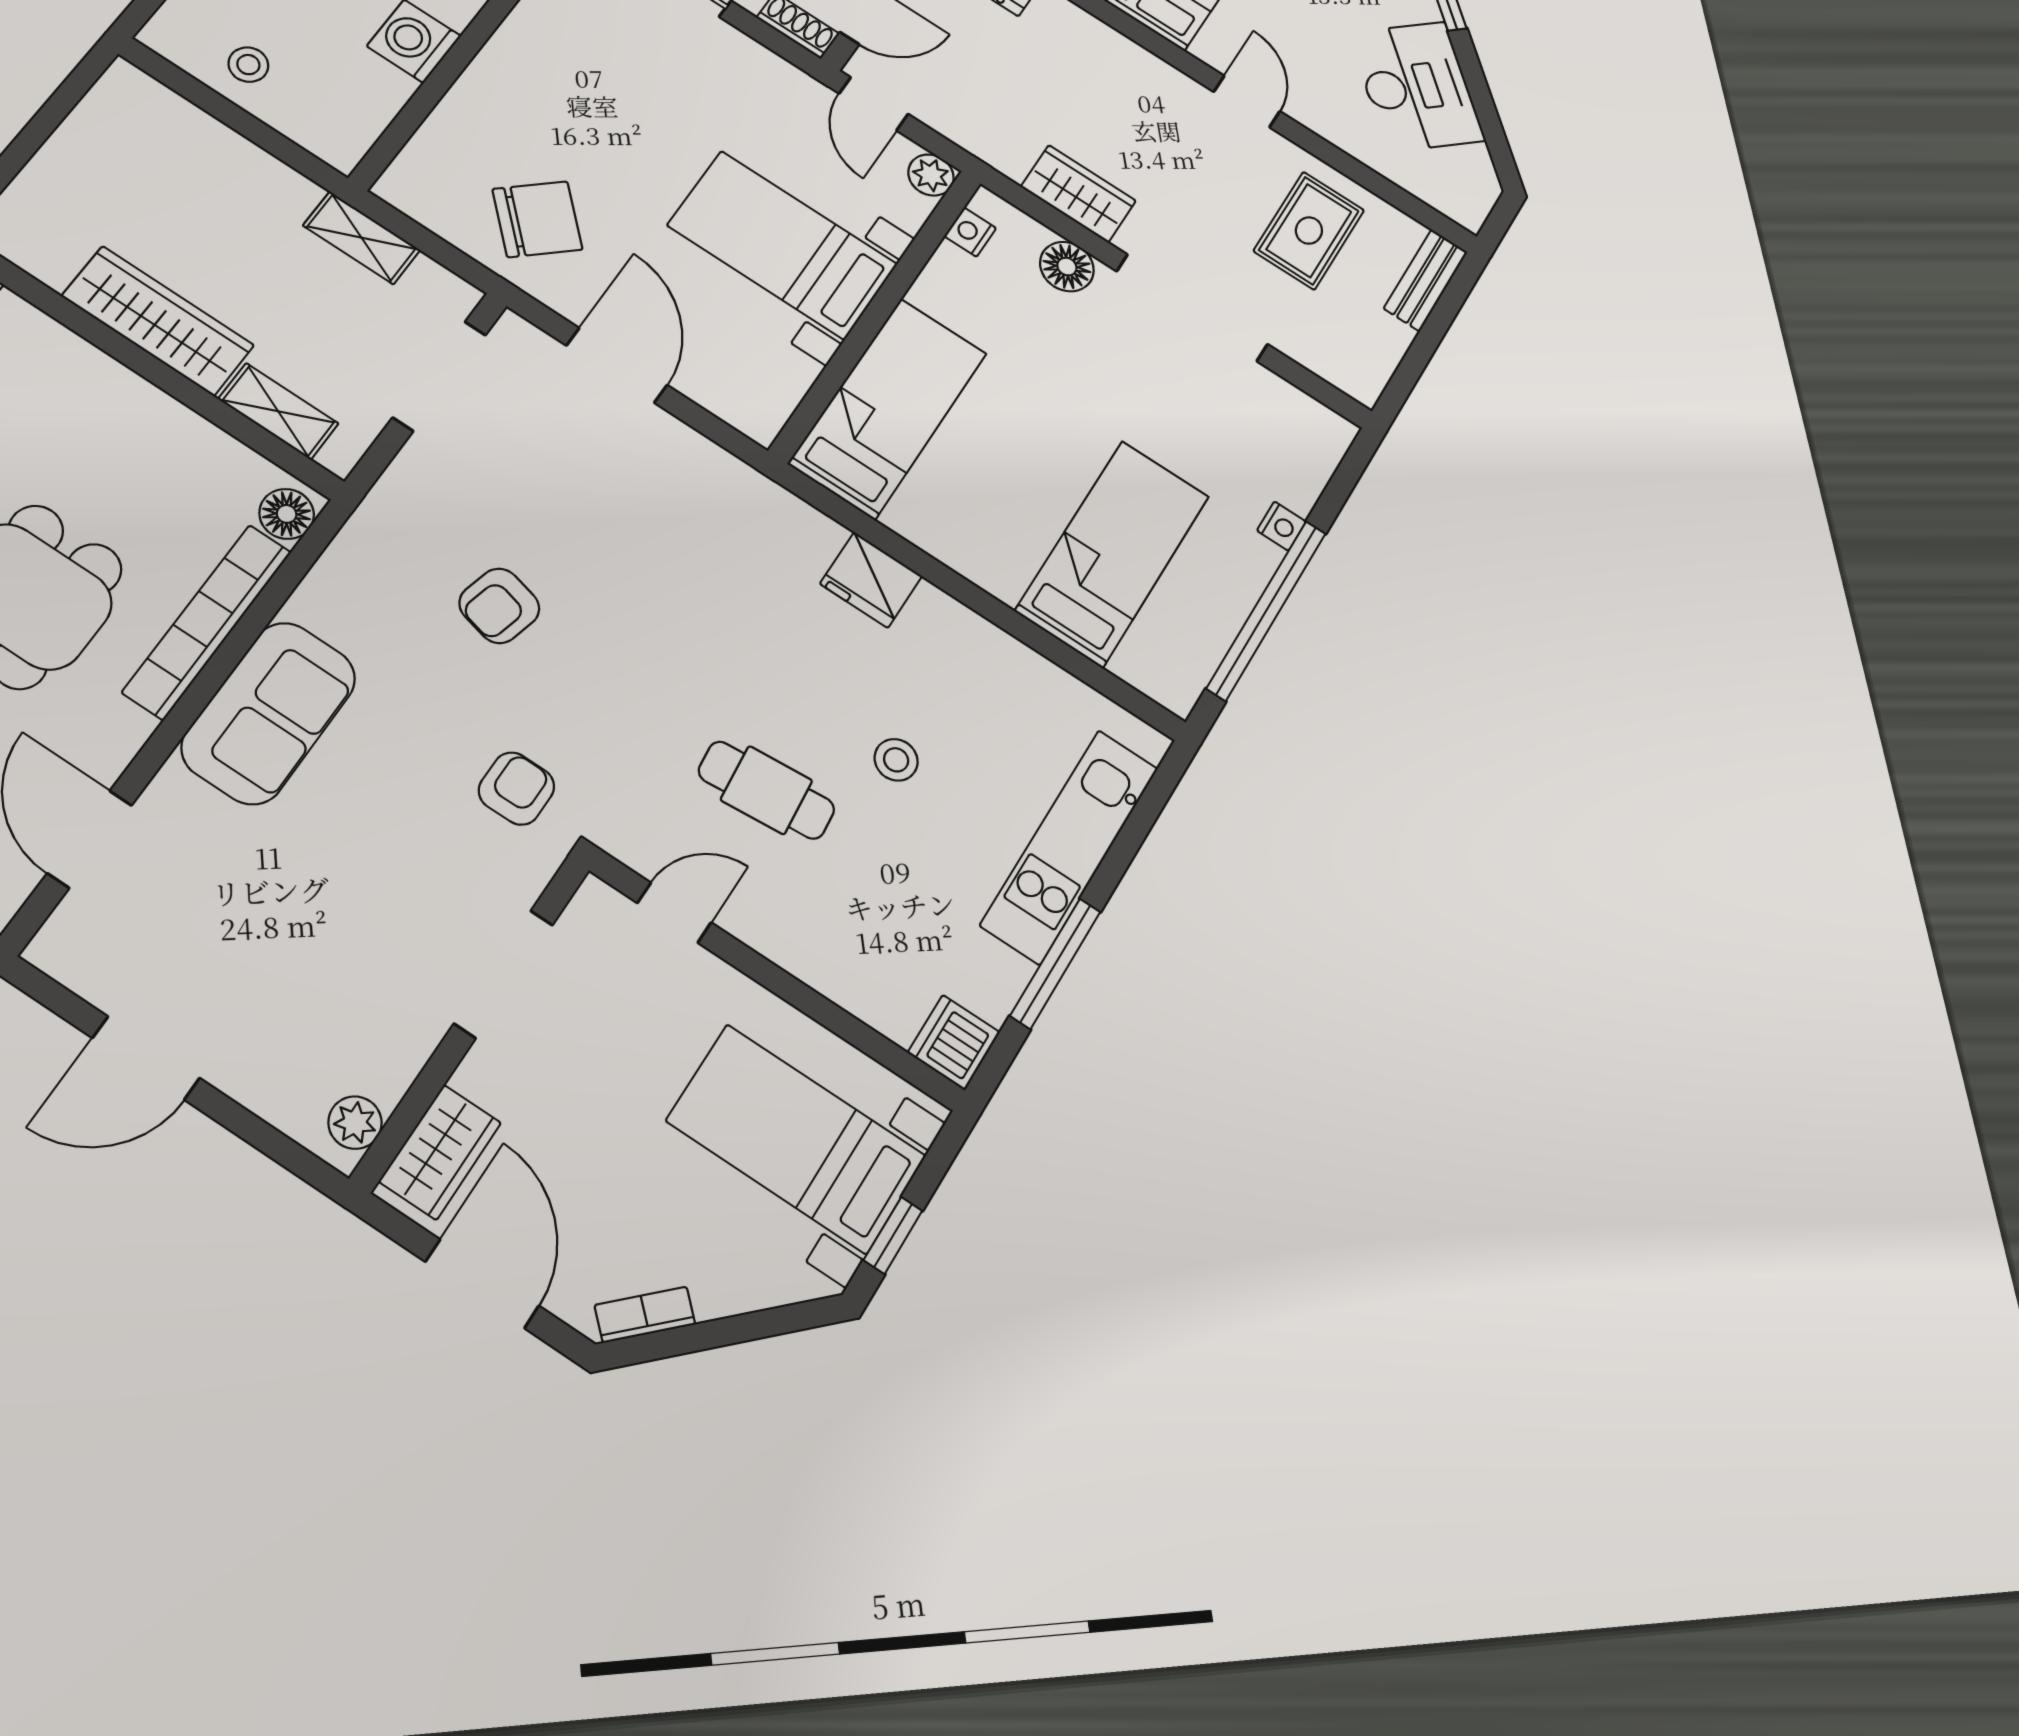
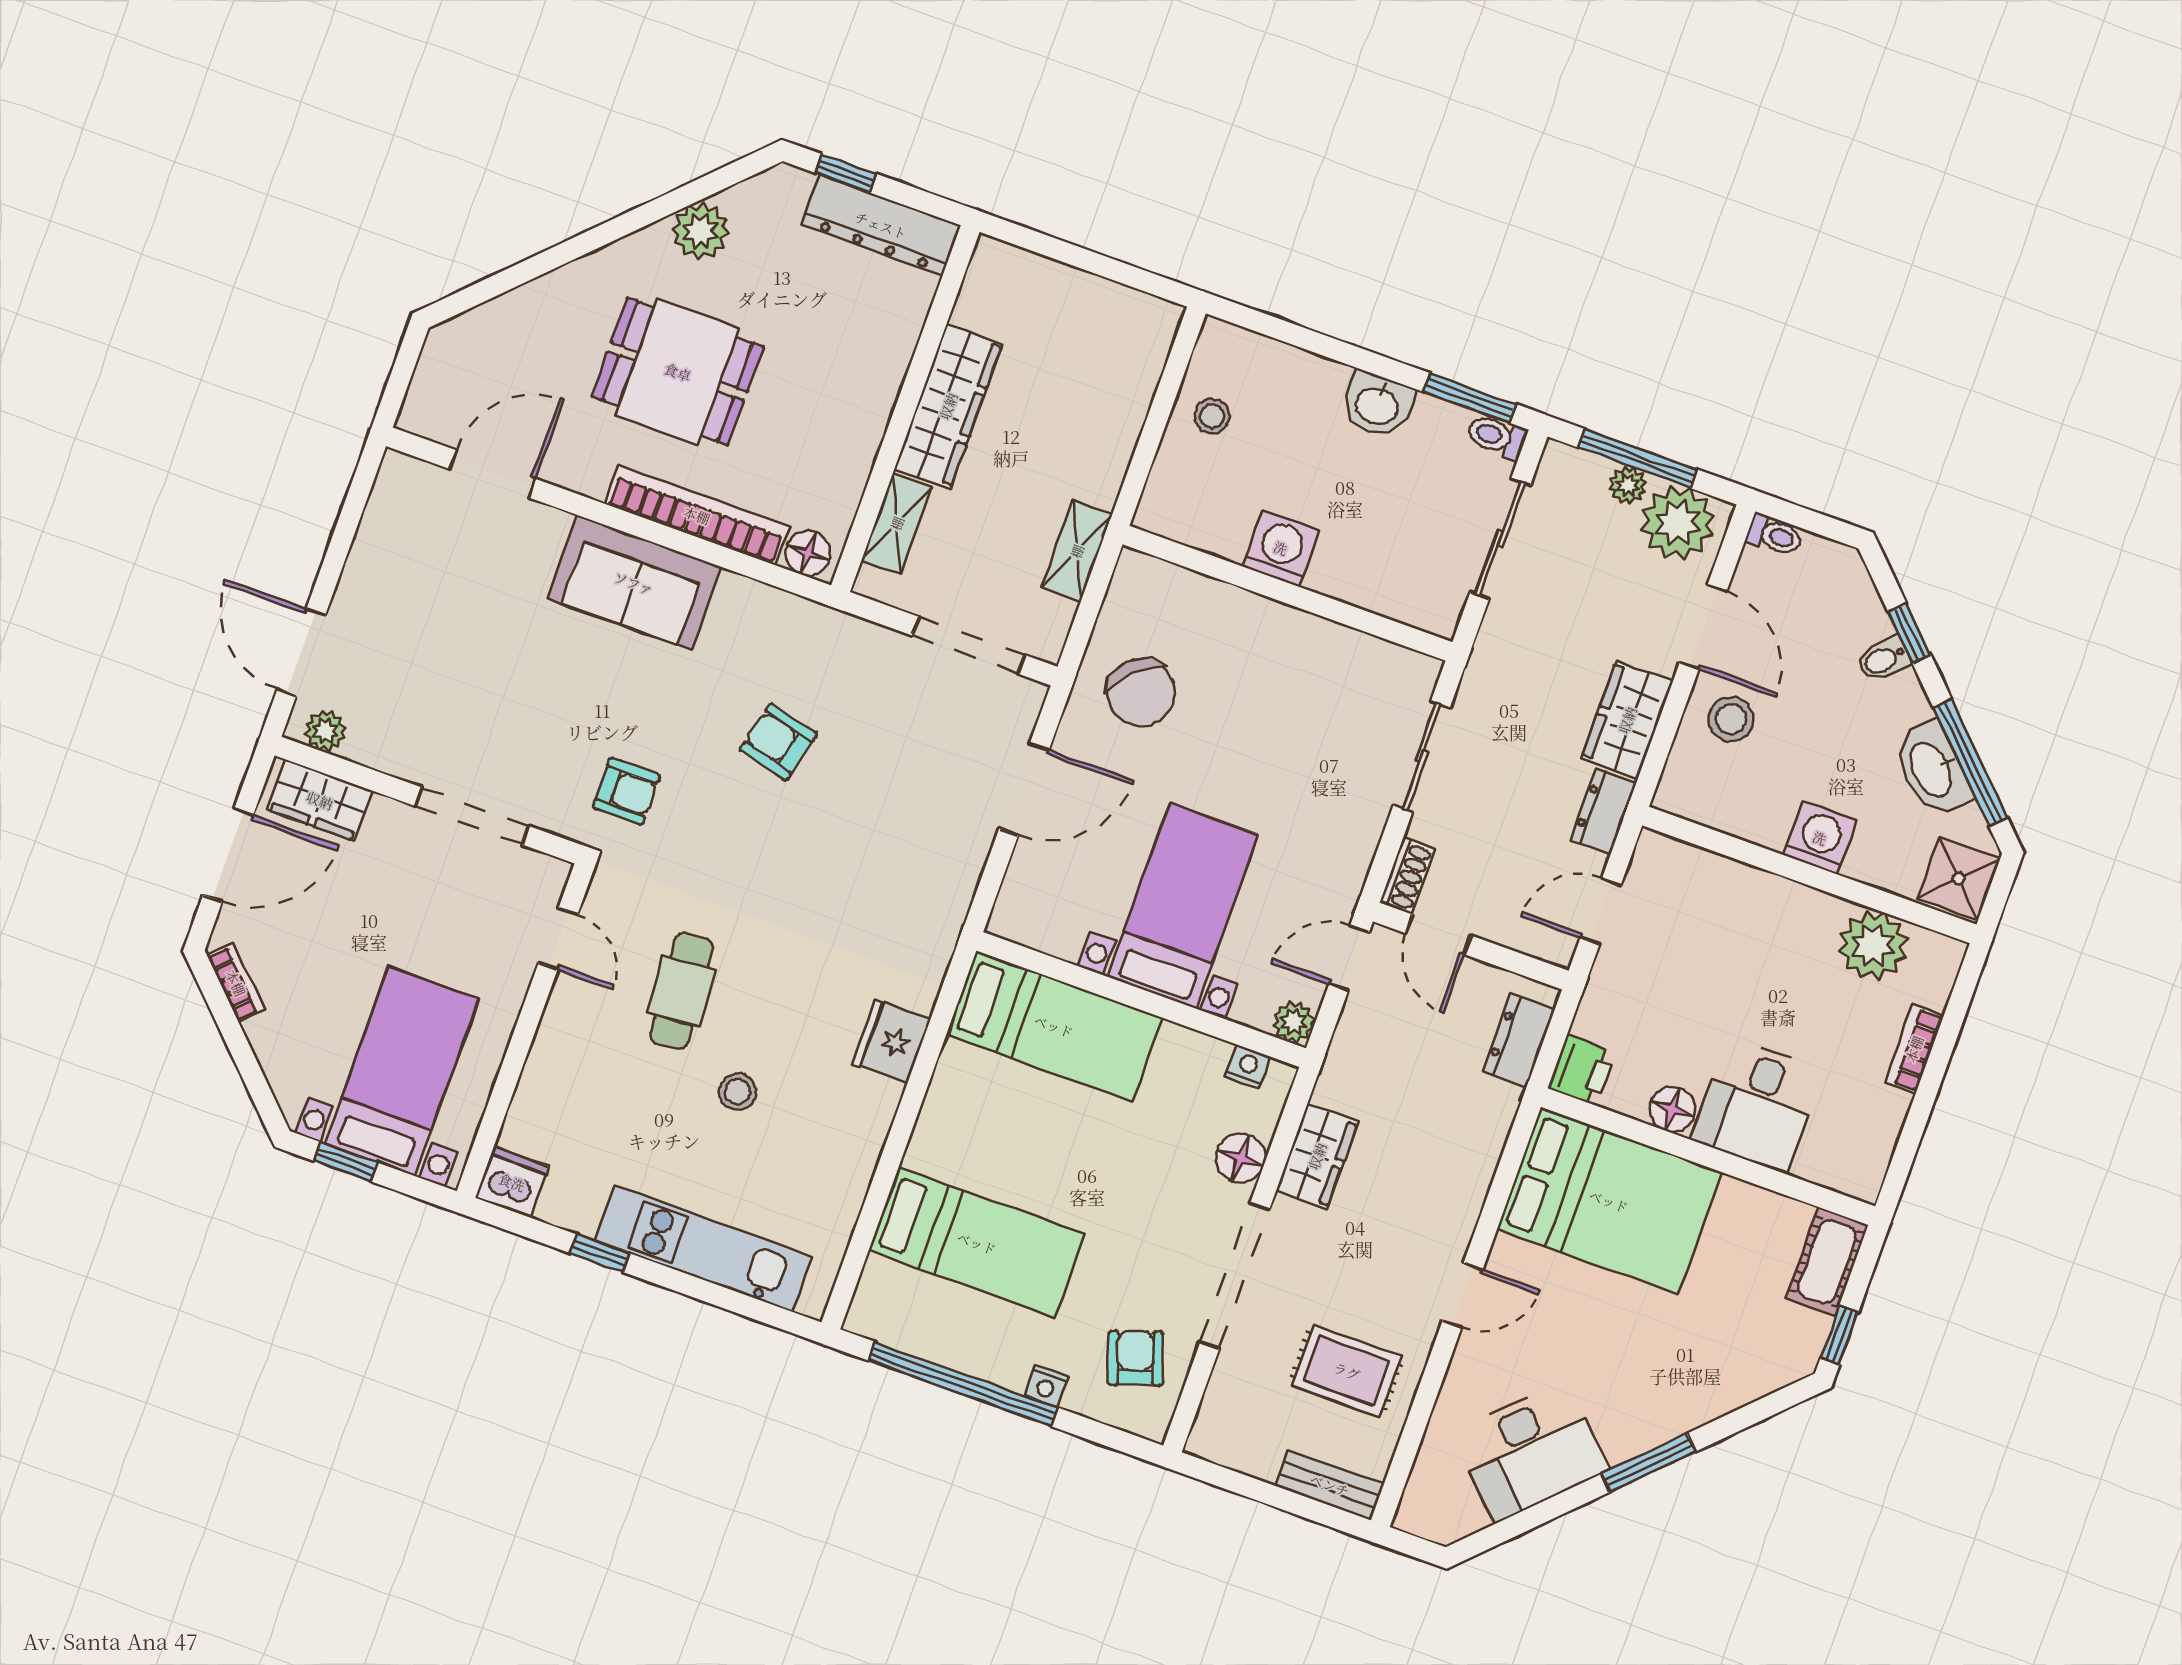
armchair: (1265, 429) -> (1136, 1358), added
window: (1055, 964) -> (600, 1253), width x0.46
door: (146, 1058) -> (301, 653), moved

